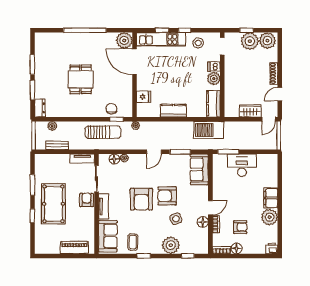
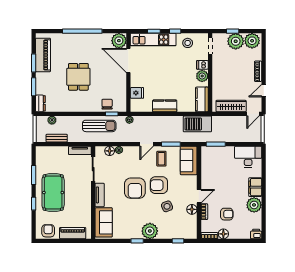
piano: (43, 56) -> (43, 55), added
wardrobe: (250, 111) -> (231, 106), width x1.50
desk: (242, 165) -> (248, 157), moved
armchair: (87, 200) -> (48, 231), moved
coffee table: (133, 242) -> (161, 159), moved
plant: (171, 245) -> (150, 231), moved

